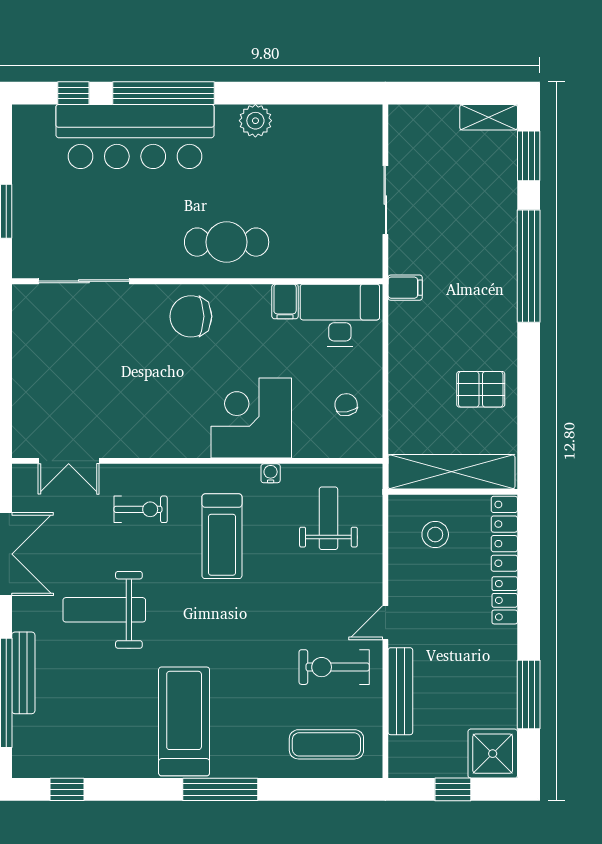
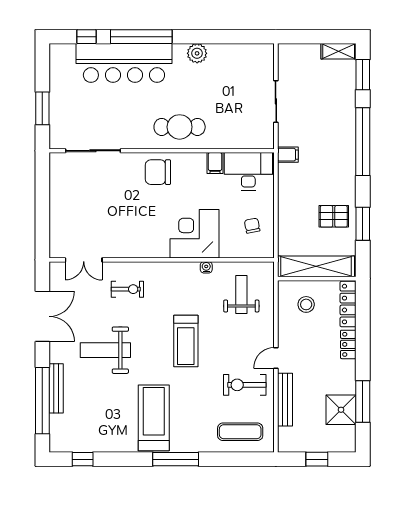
window: (529, 402) -> (363, 224), added
treadmill: (222, 536) -> (186, 341), moved
shower: (493, 754) -> (341, 410), moved

